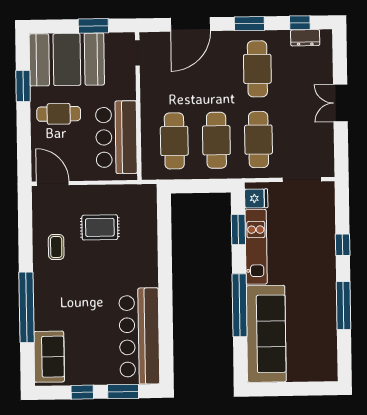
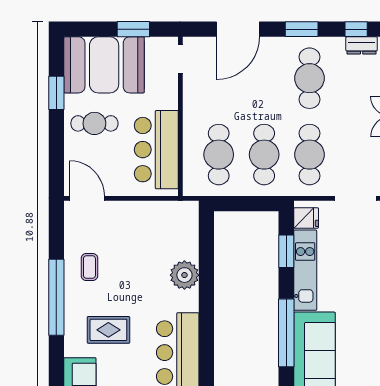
rug: (100, 227) -> (108, 330), moved
plant: (144, 253) -> (184, 275), added
window: (26, 307) -> (56, 297), moved

